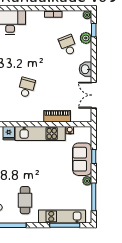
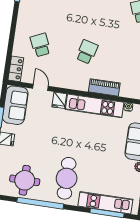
piano: (57, 116) -> (104, 87), moved
cafe table: (25, 200) -> (67, 178), width x1.37, depth x1.35

